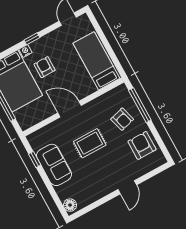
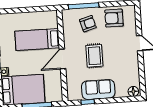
bed: (96, 61) -> (37, 40), moved
armchair: (45, 67) -> (23, 63), removed

